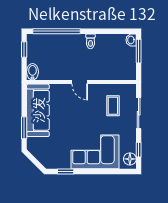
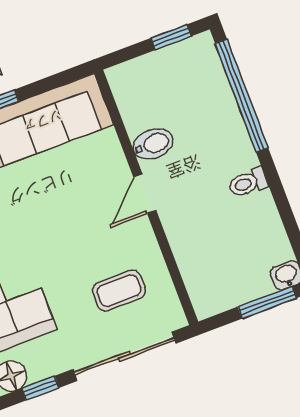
bidet: (33, 72) -> (153, 144), moved
sliding door: (139, 113) -> (124, 356), width x1.37

